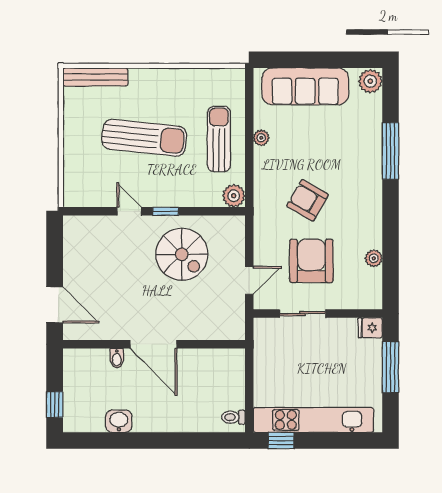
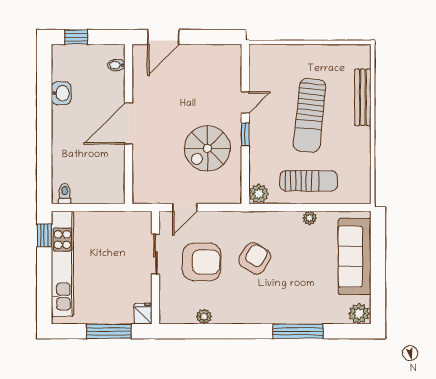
bench: (95, 77) -> (363, 97), moved
door: (249, 280) -> (185, 207), hinge flipped
bidet: (117, 358) -> (116, 65), moved

